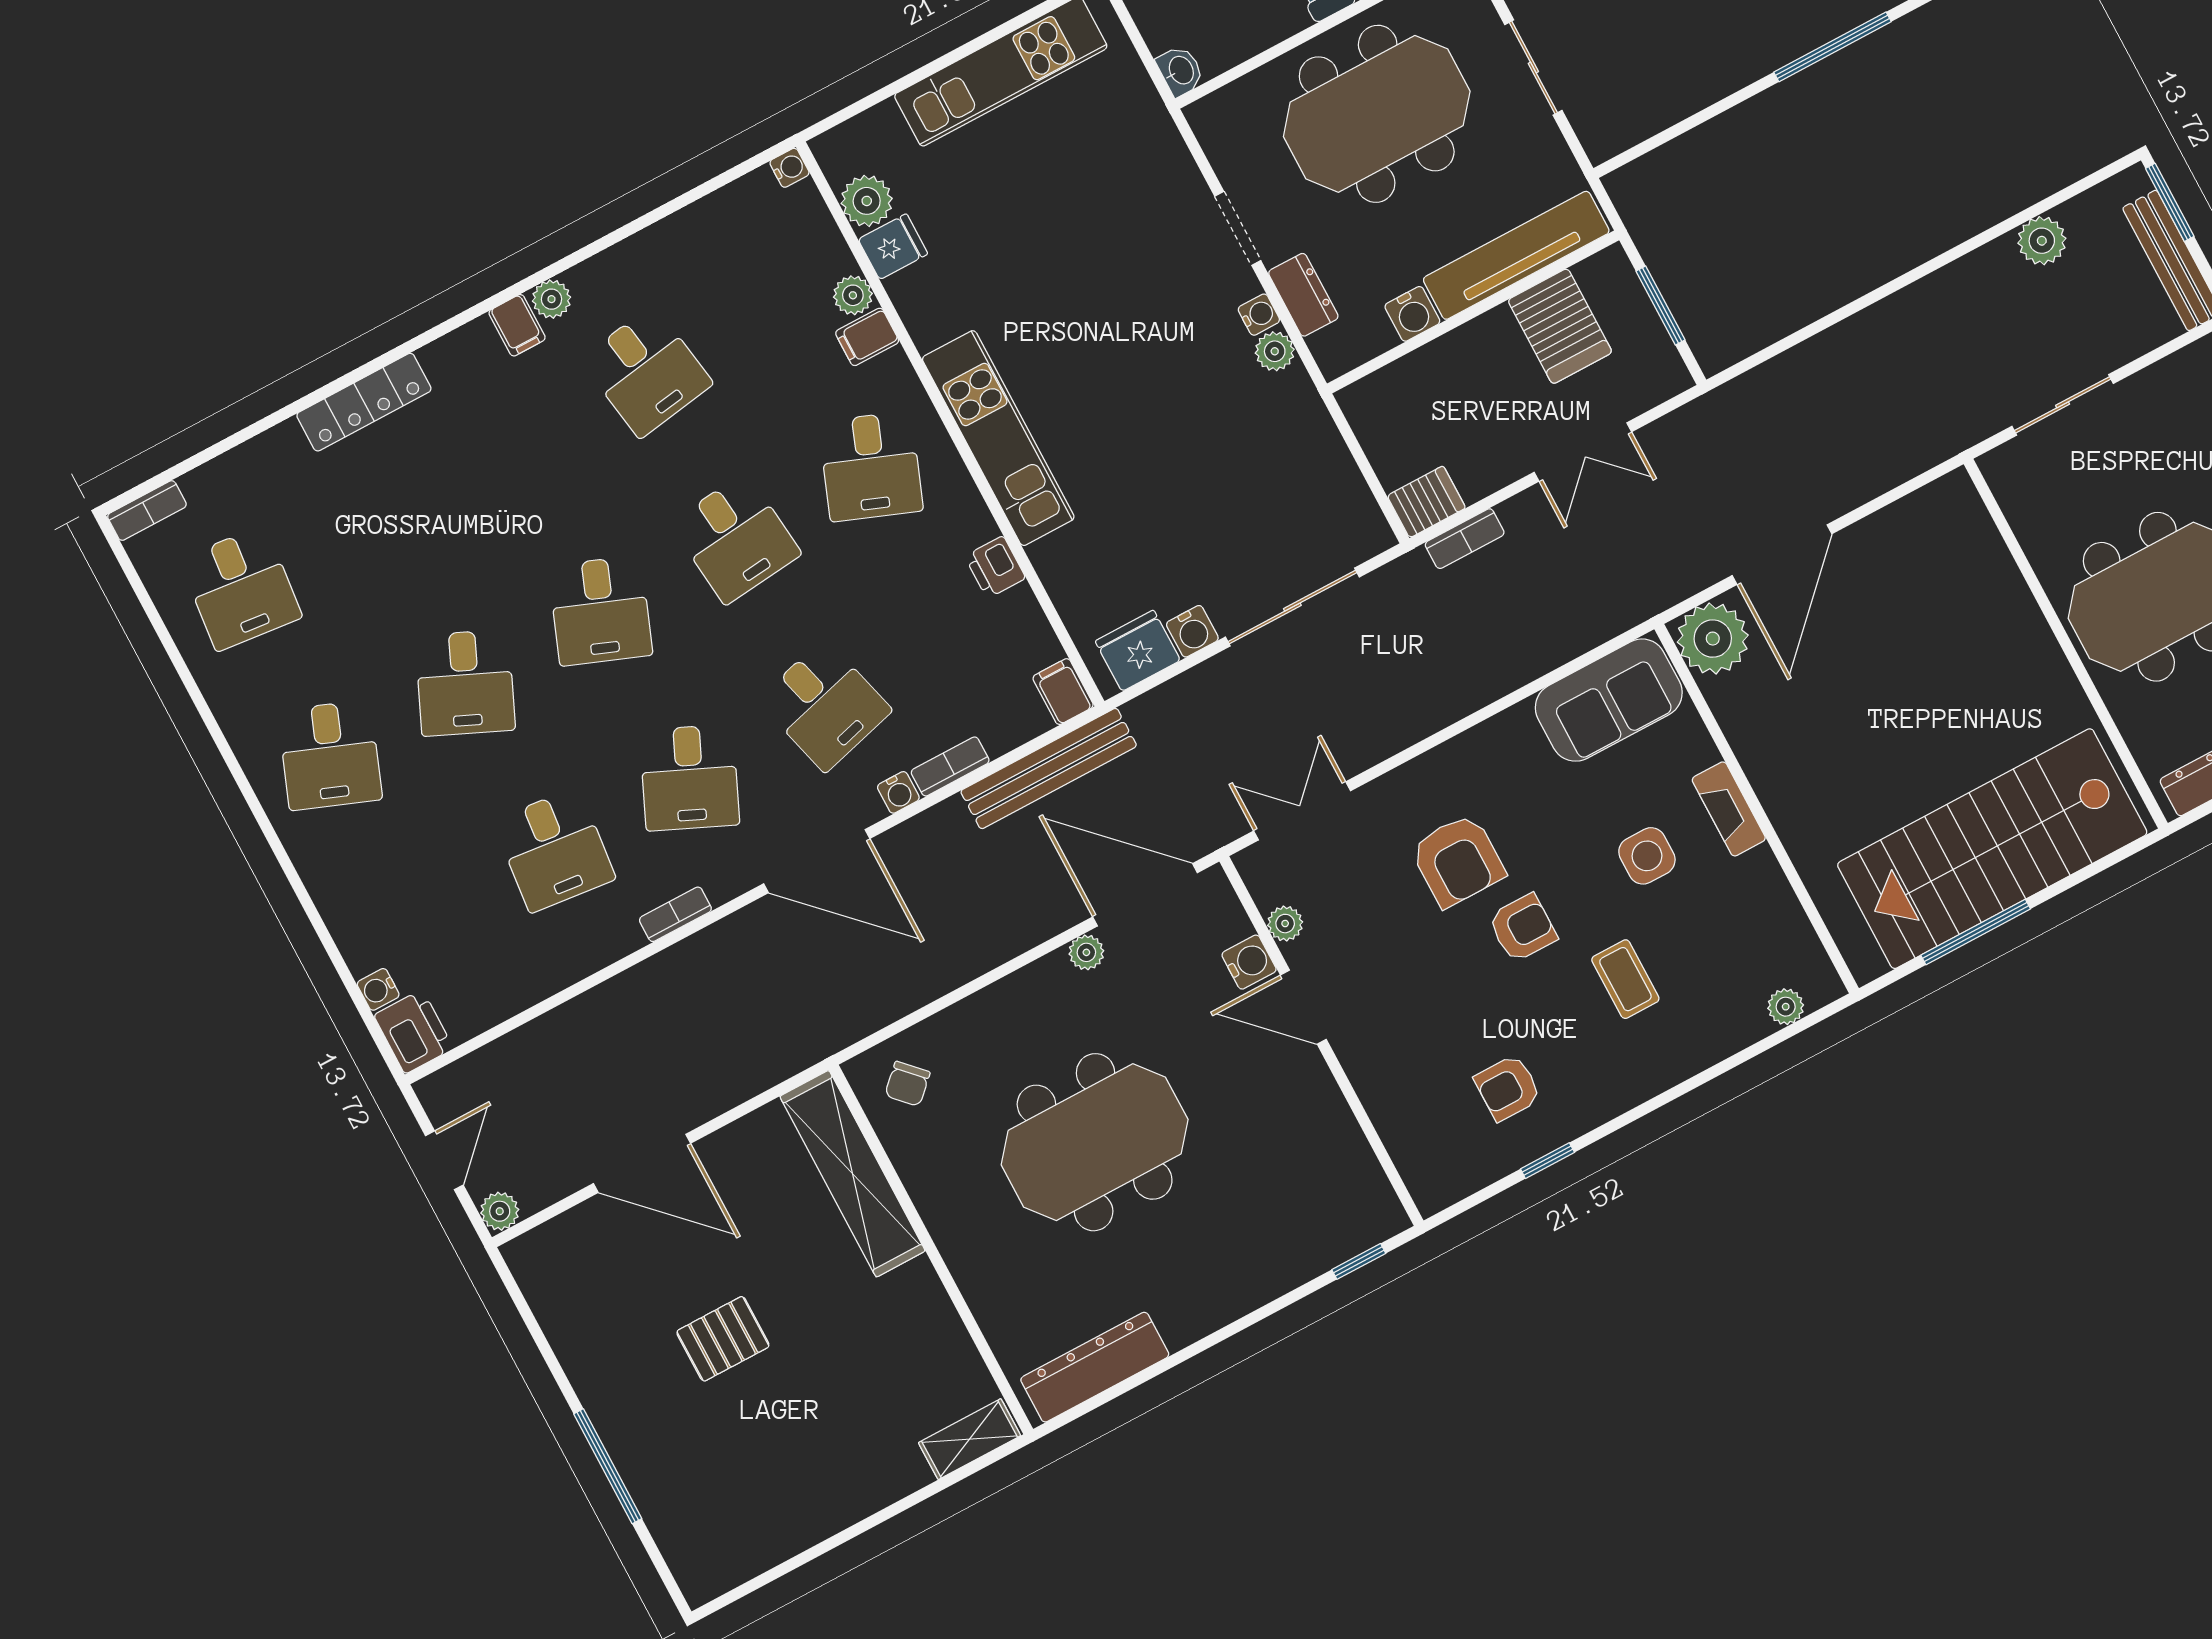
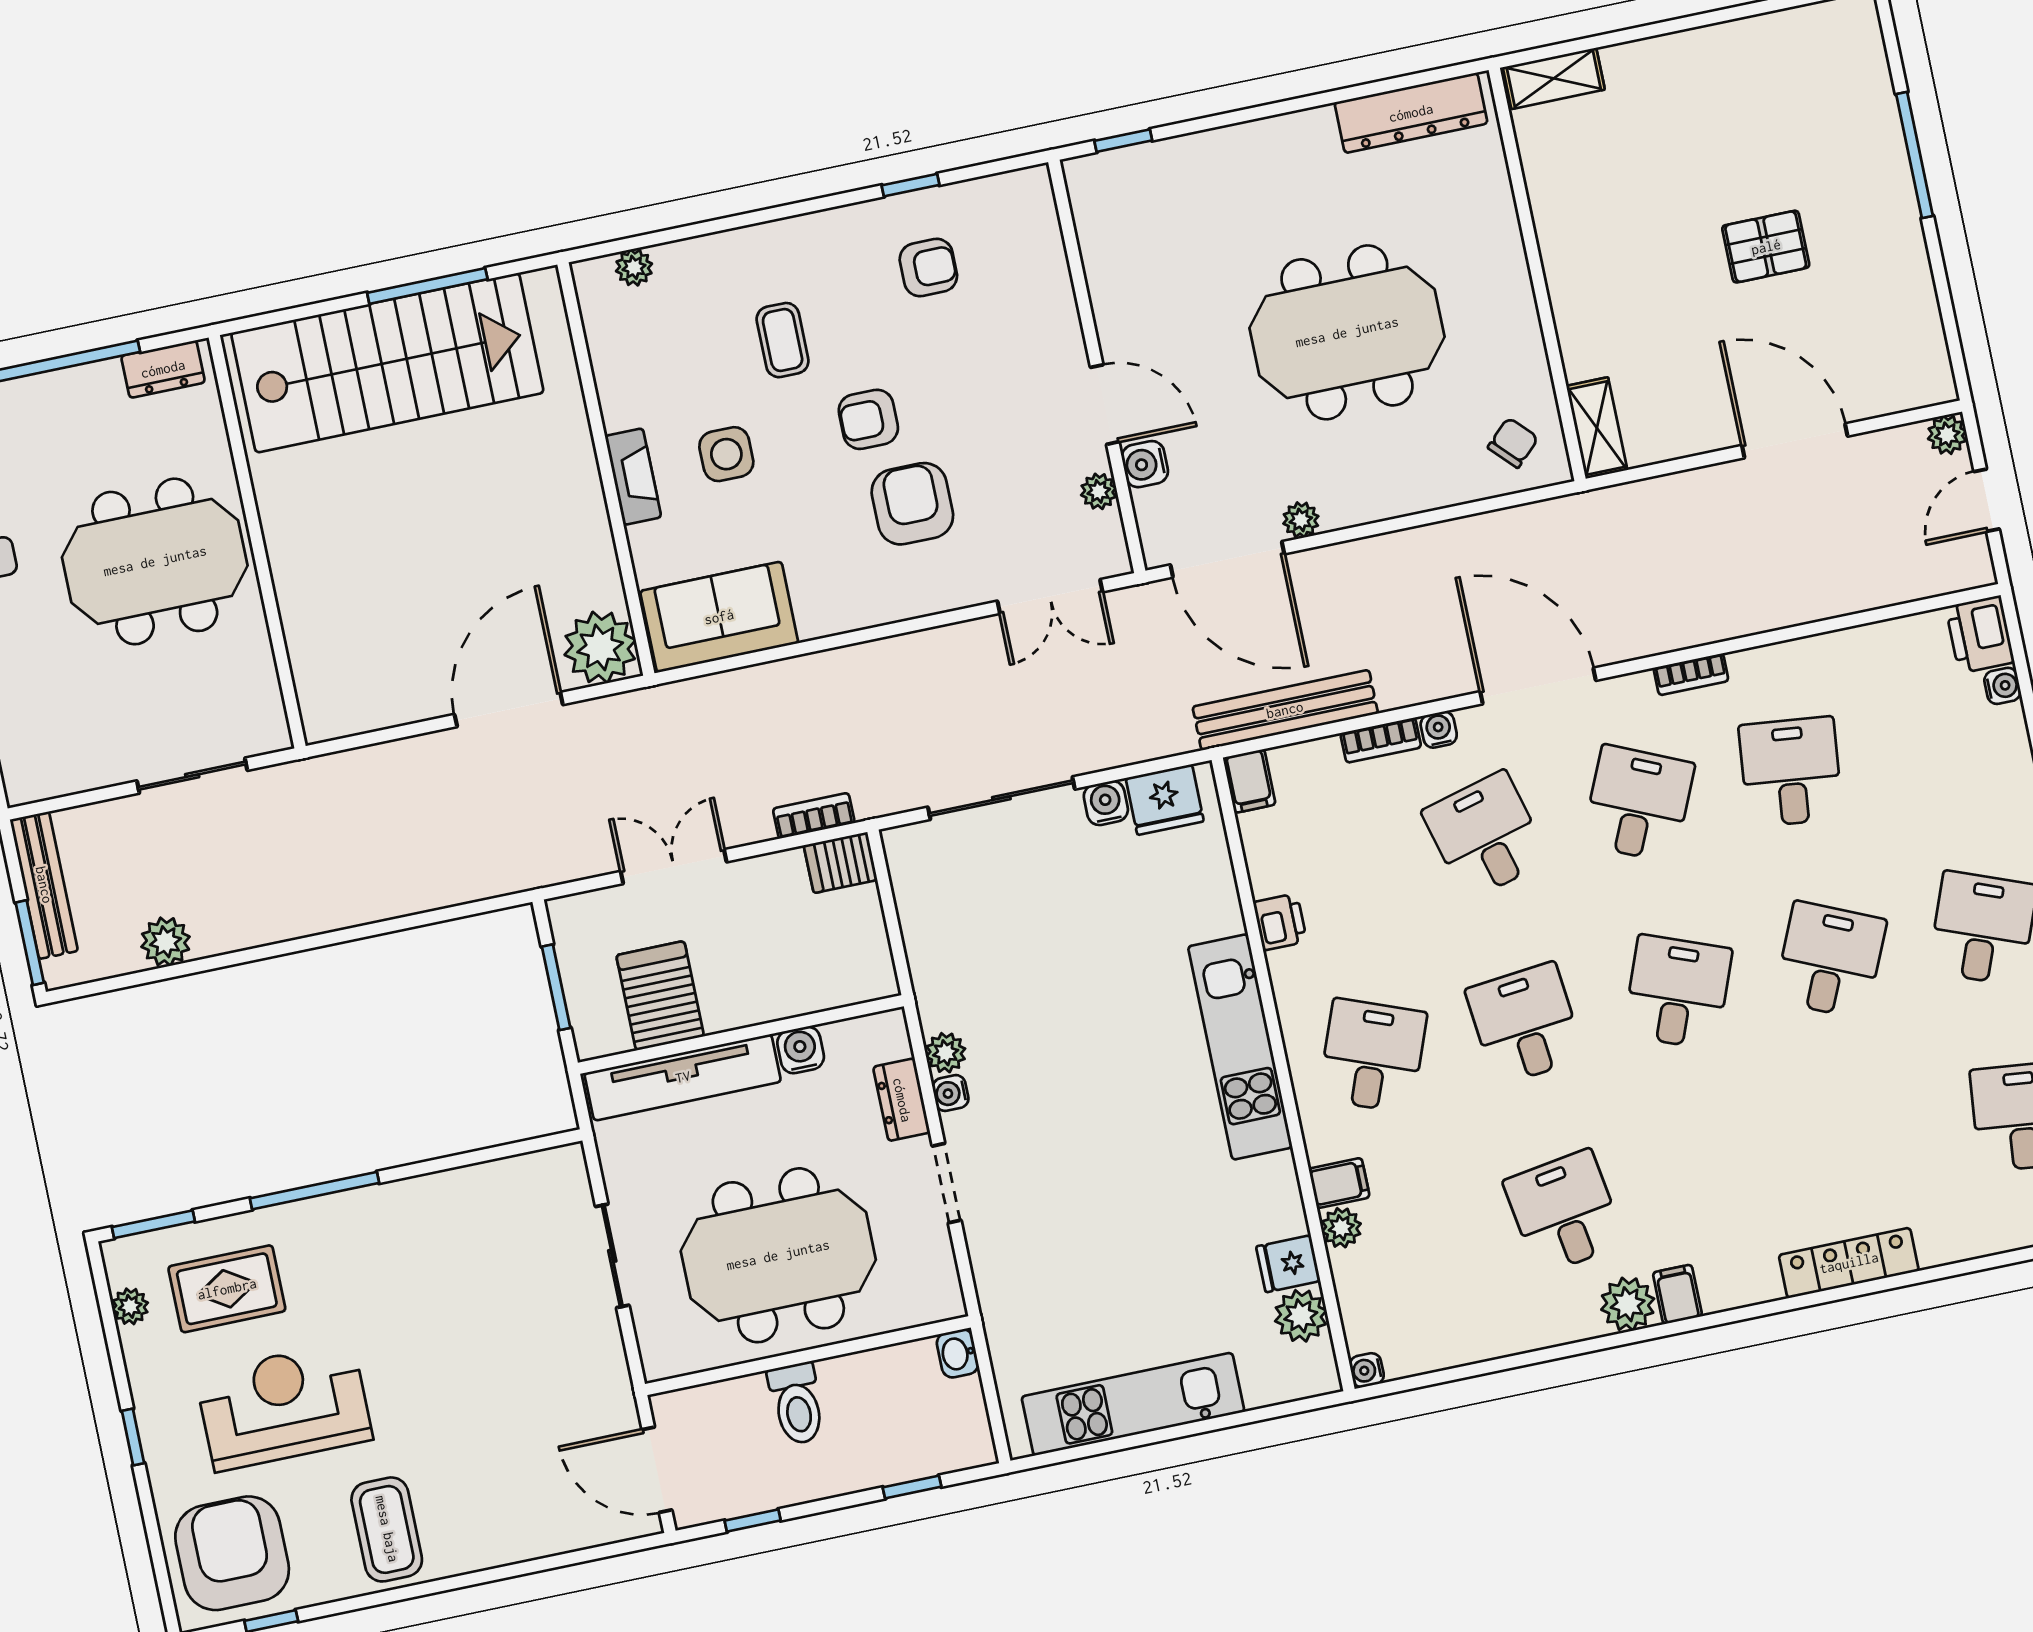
plant: (551, 299) -> (1628, 1304), width x1.38, depth x1.38
shelving: (853, 1174) -> (1597, 428), width x0.45, depth x0.75

